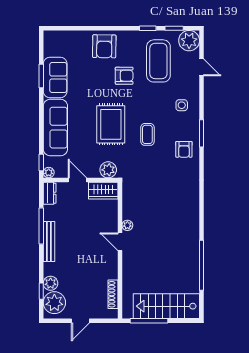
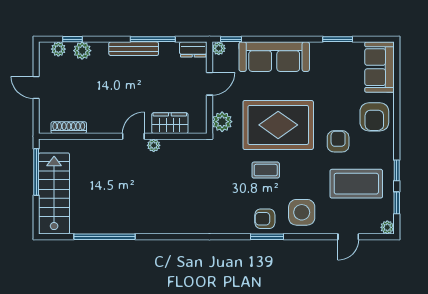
plant: (189, 41) -> (387, 227), width x0.53, depth x0.53
armchair: (104, 46) -> (374, 117), turned -91
armchair: (124, 76) -> (338, 141), turned 180
sofa: (55, 77) -> (379, 67), moved, turned 90
side table: (182, 105) -> (302, 212), width x1.87, depth x1.87
rug: (111, 124) -> (278, 125), width x1.37, depth x1.44
armchair: (184, 149) -> (265, 219), moved
wardrobe: (103, 191) -> (170, 123), moved, turned 90
plant: (54, 303) -> (58, 49), width x0.53, depth x0.53

